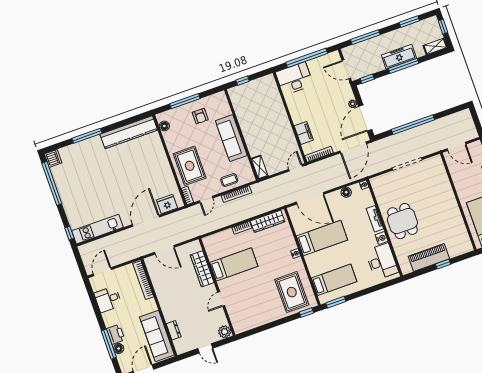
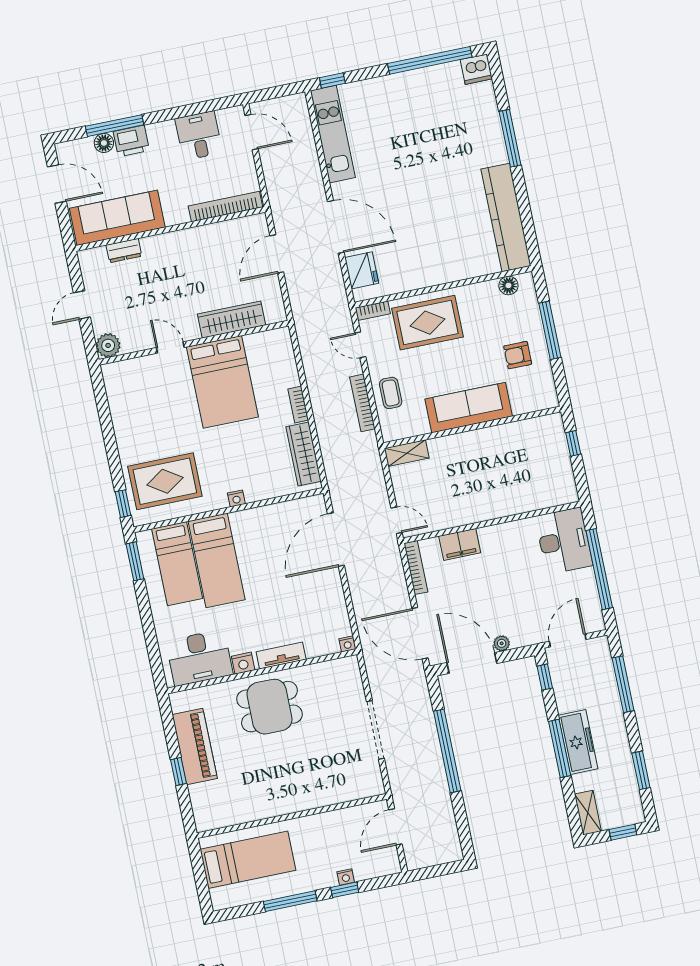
floor lamp: (346, 192) -> (338, 609), removed
bed: (322, 238) -> (217, 560), moved
bed: (234, 264) -> (222, 382), width x1.50

